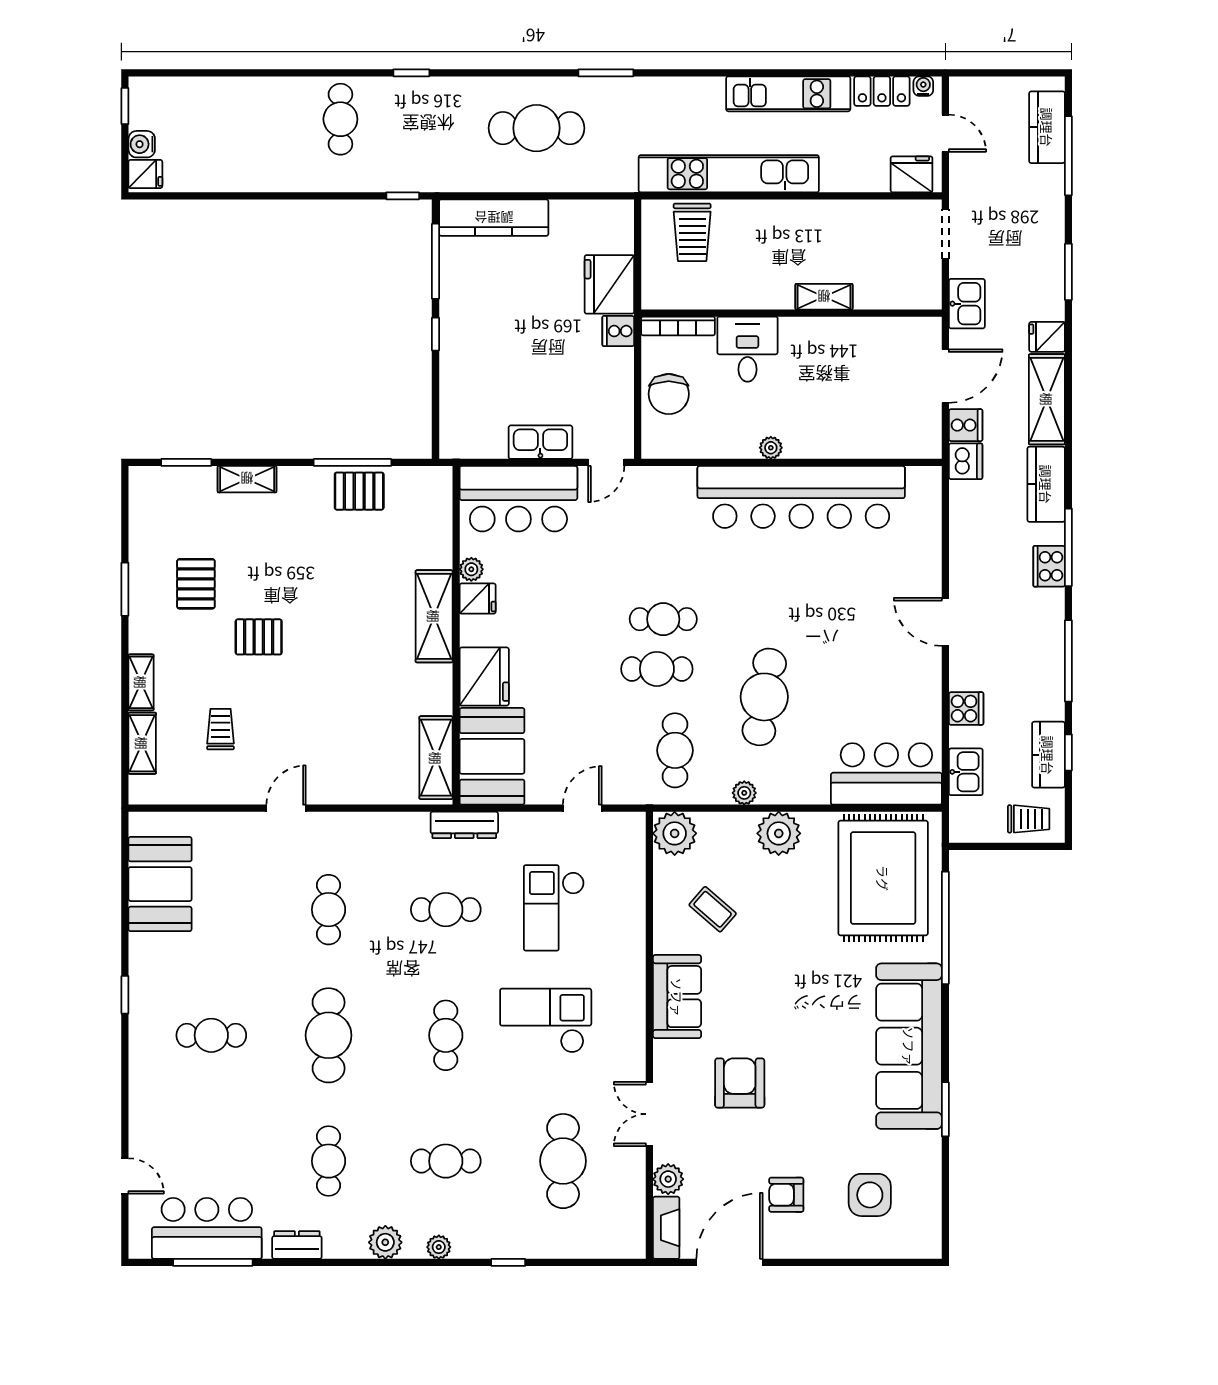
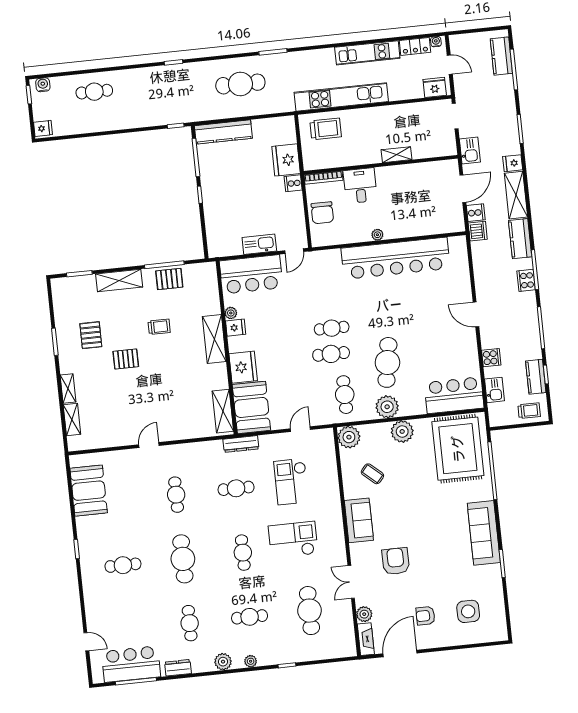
cafe table: (340, 119) -> (94, 92), moved, turned 90
water cooler: (142, 144) -> (43, 85), moved, turned 90
trolley: (692, 232) -> (326, 129), turned -90
shelving: (247, 479) -> (119, 280), width x1.50, depth x1.33
trolley: (220, 729) -> (159, 327), moved, turned 90
plant: (744, 793) -> (387, 407), width x1.87, depth x1.87
sofa: (909, 1046) -> (484, 533), width x0.74, depth x0.79

